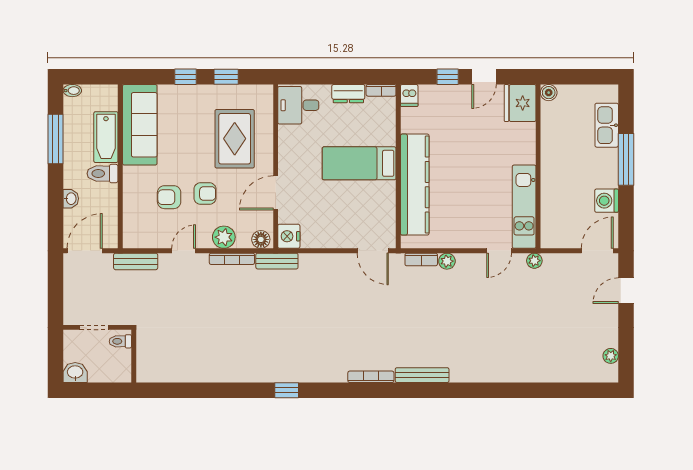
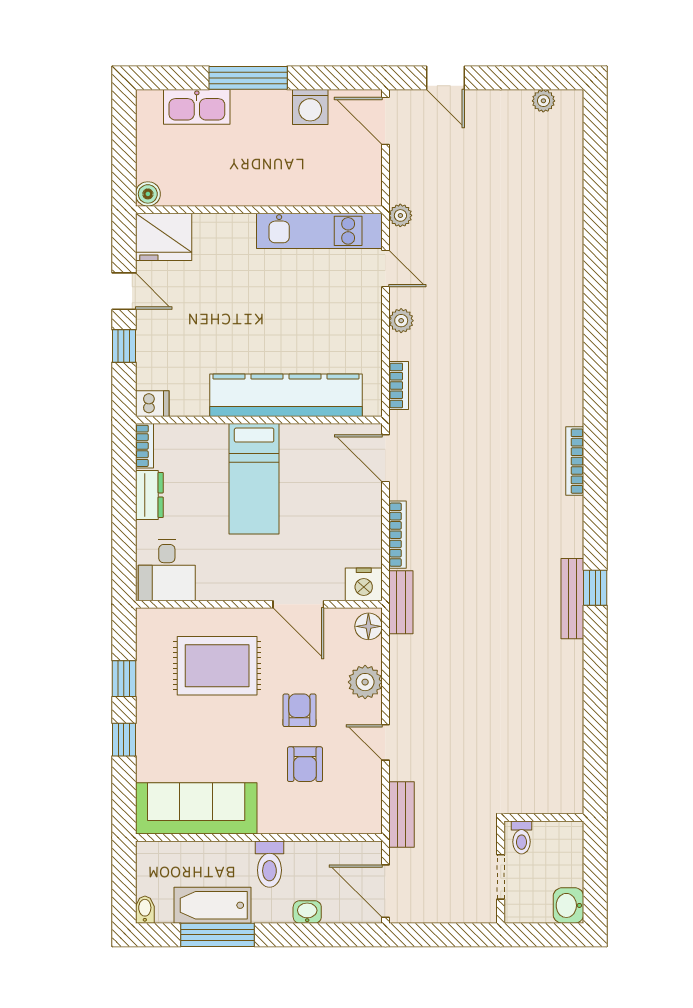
bathtub: (106, 137) -> (213, 905), moved, turned 180
door: (373, 251) -> (385, 458), swing flipped
bookcase: (232, 259) -> (398, 535), moved
plant: (447, 261) -> (401, 321), moved
bench: (422, 375) -> (572, 599), moved

